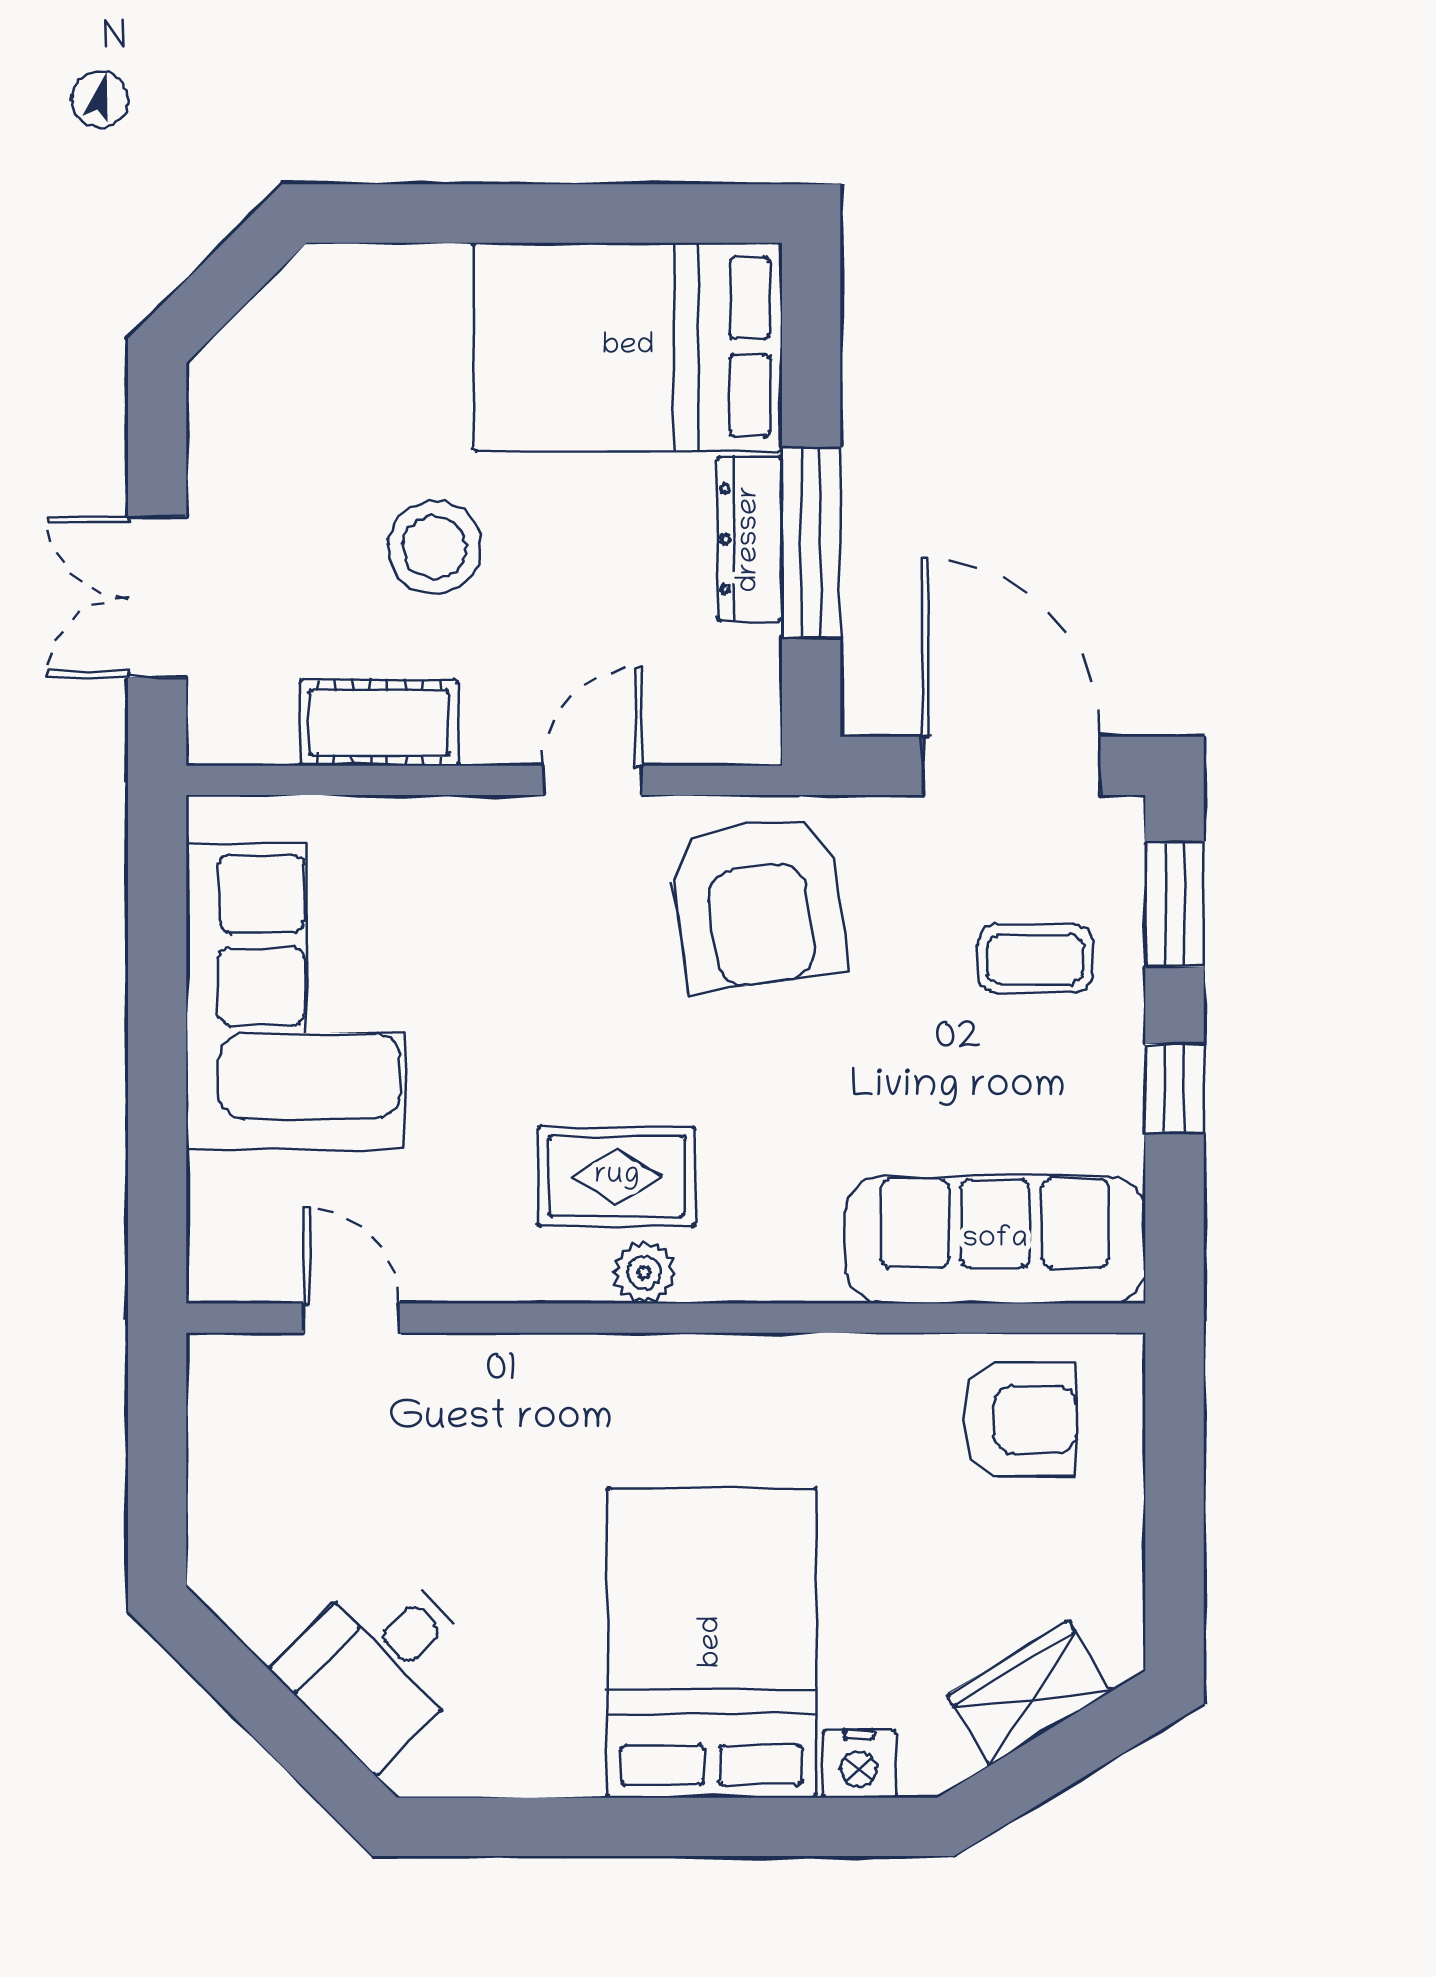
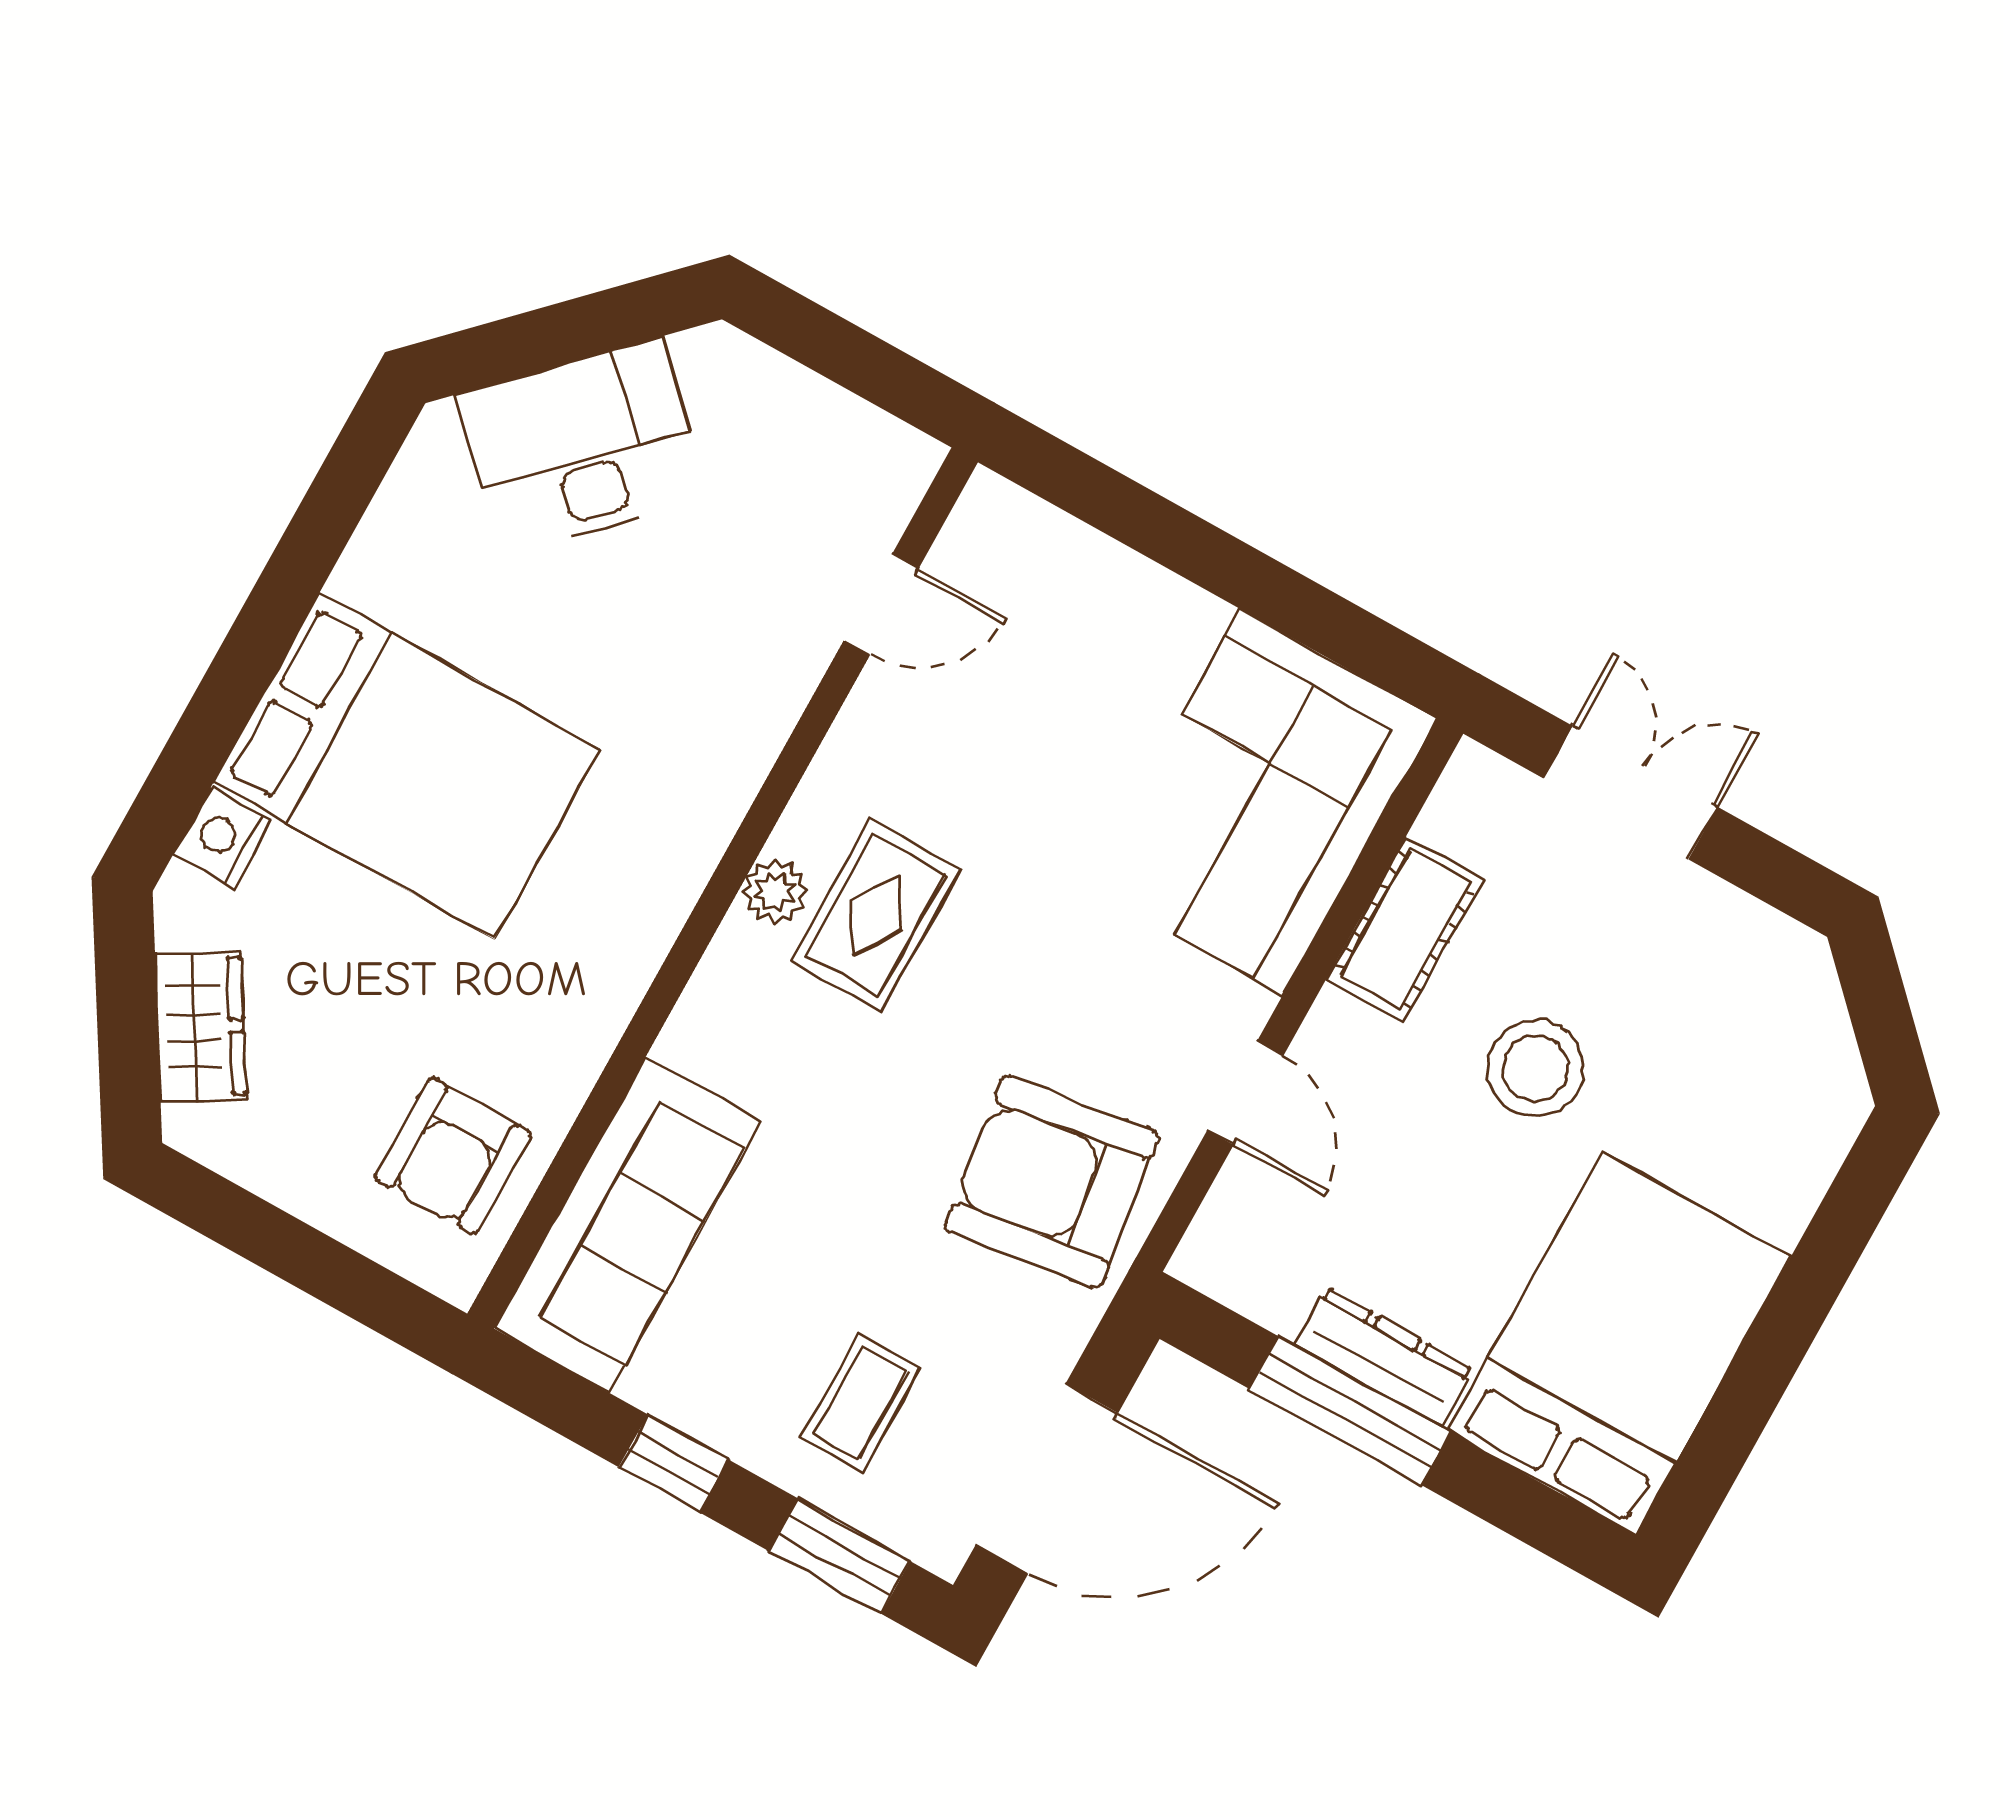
corner sofa: (295, 996) -> (1262, 802), moved, turned 90
desk: (380, 1665) -> (582, 447), width x1.37

